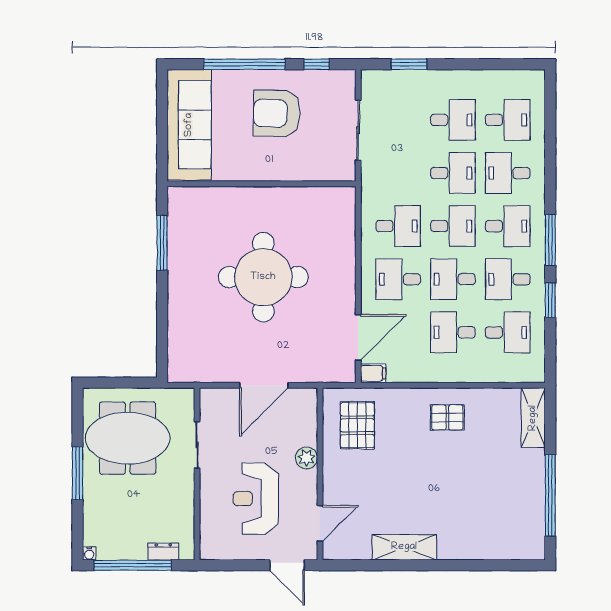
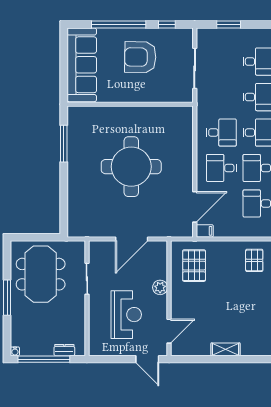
pallet: (447, 417) -> (254, 260), turned 90
meeting table: (128, 438) -> (41, 274), turned 90
reception desk: (256, 499) -> (126, 315), turned 180
shelving: (404, 547) -> (226, 349), width x0.67, depth x0.75

